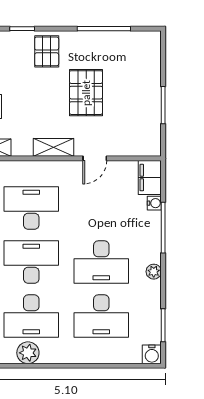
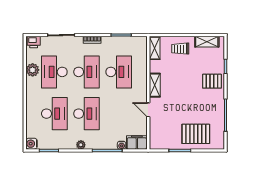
pallet: (86, 93) -> (196, 134), moved
desk: (101, 262) -> (87, 114), turned 180
desk: (101, 316) -> (54, 114), turned 180

